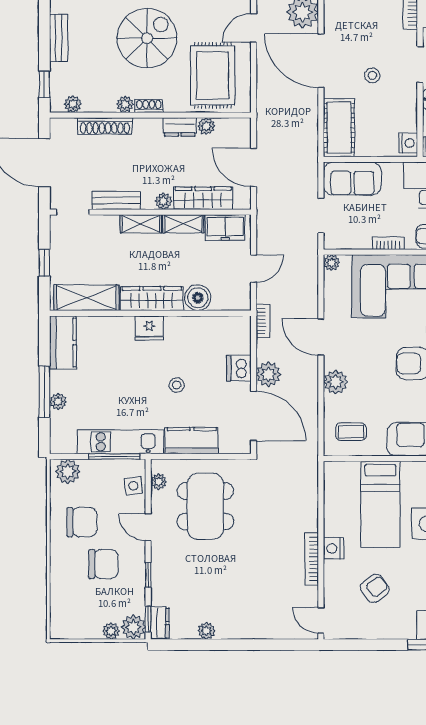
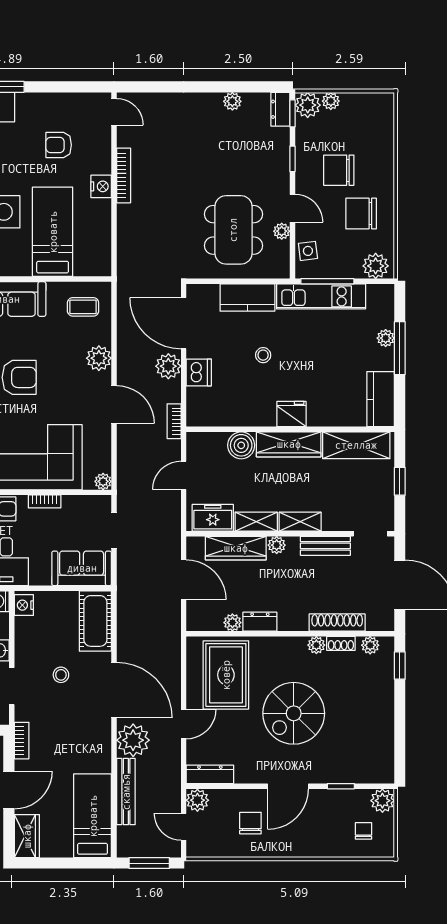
bench: (59, 38) -> (385, 714), removed
shoe rack: (149, 106) -> (341, 643), moved
plant: (159, 482) -> (282, 231), moved
armchair: (375, 588) -> (59, 145), turned 36

